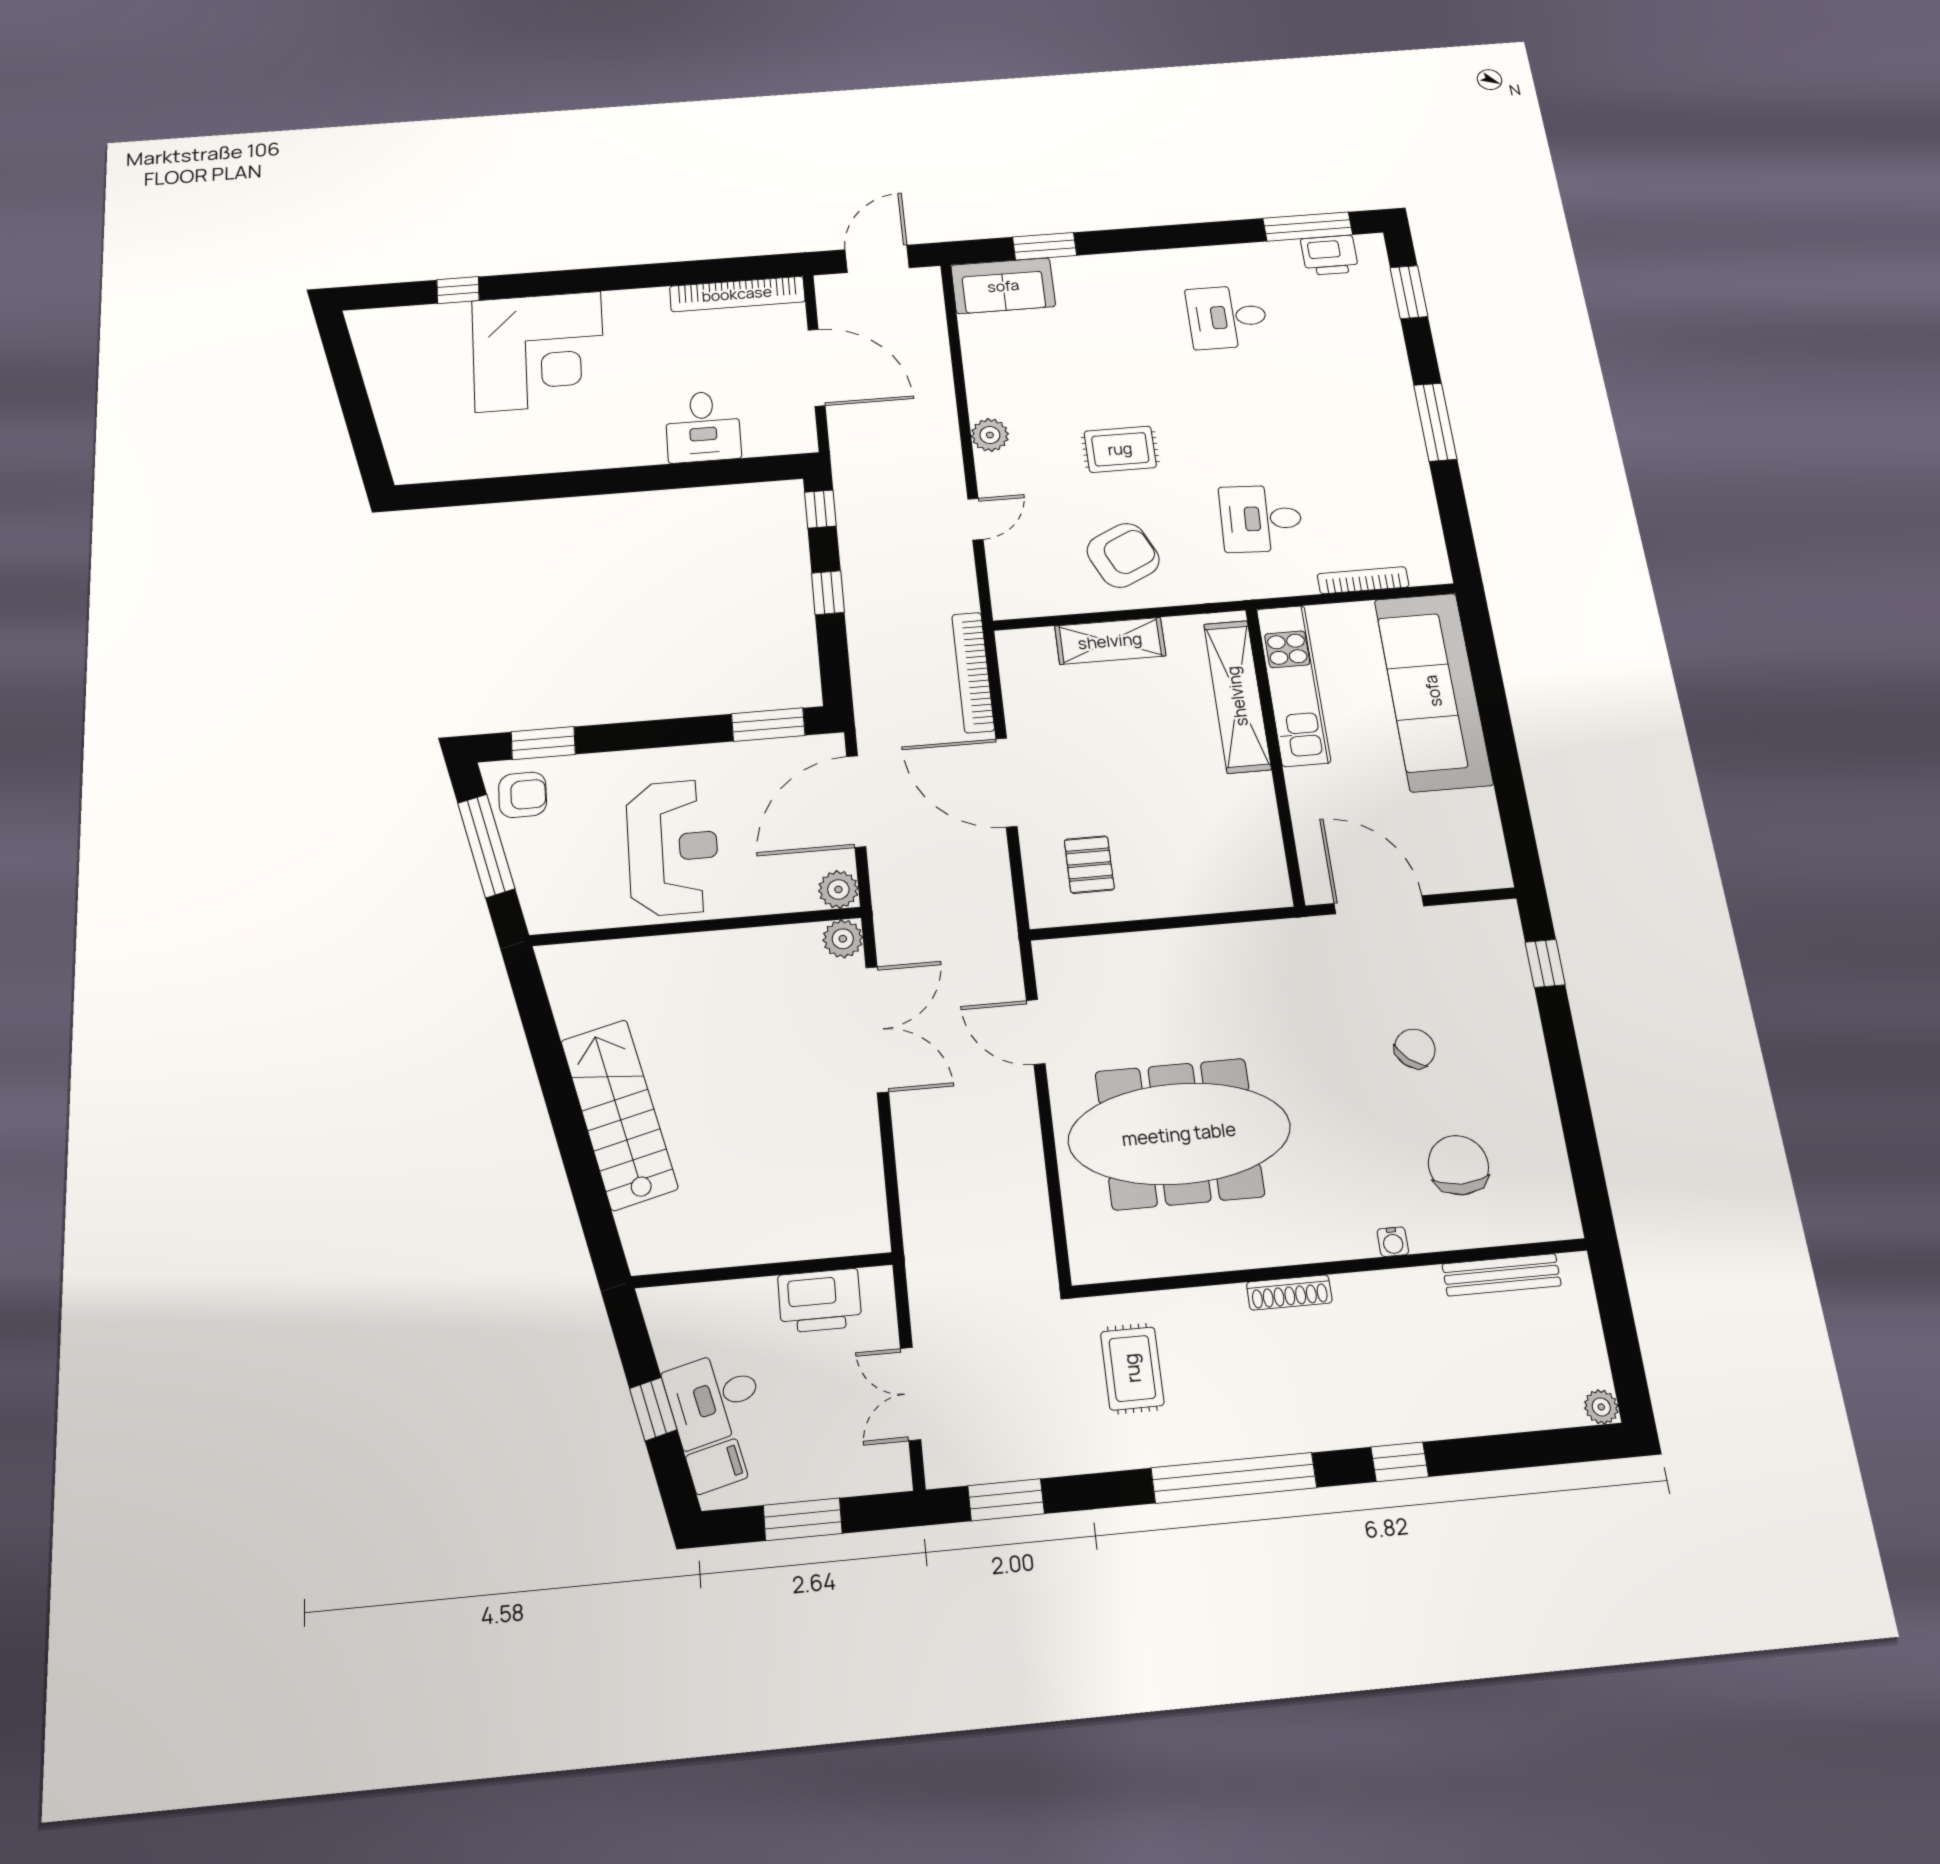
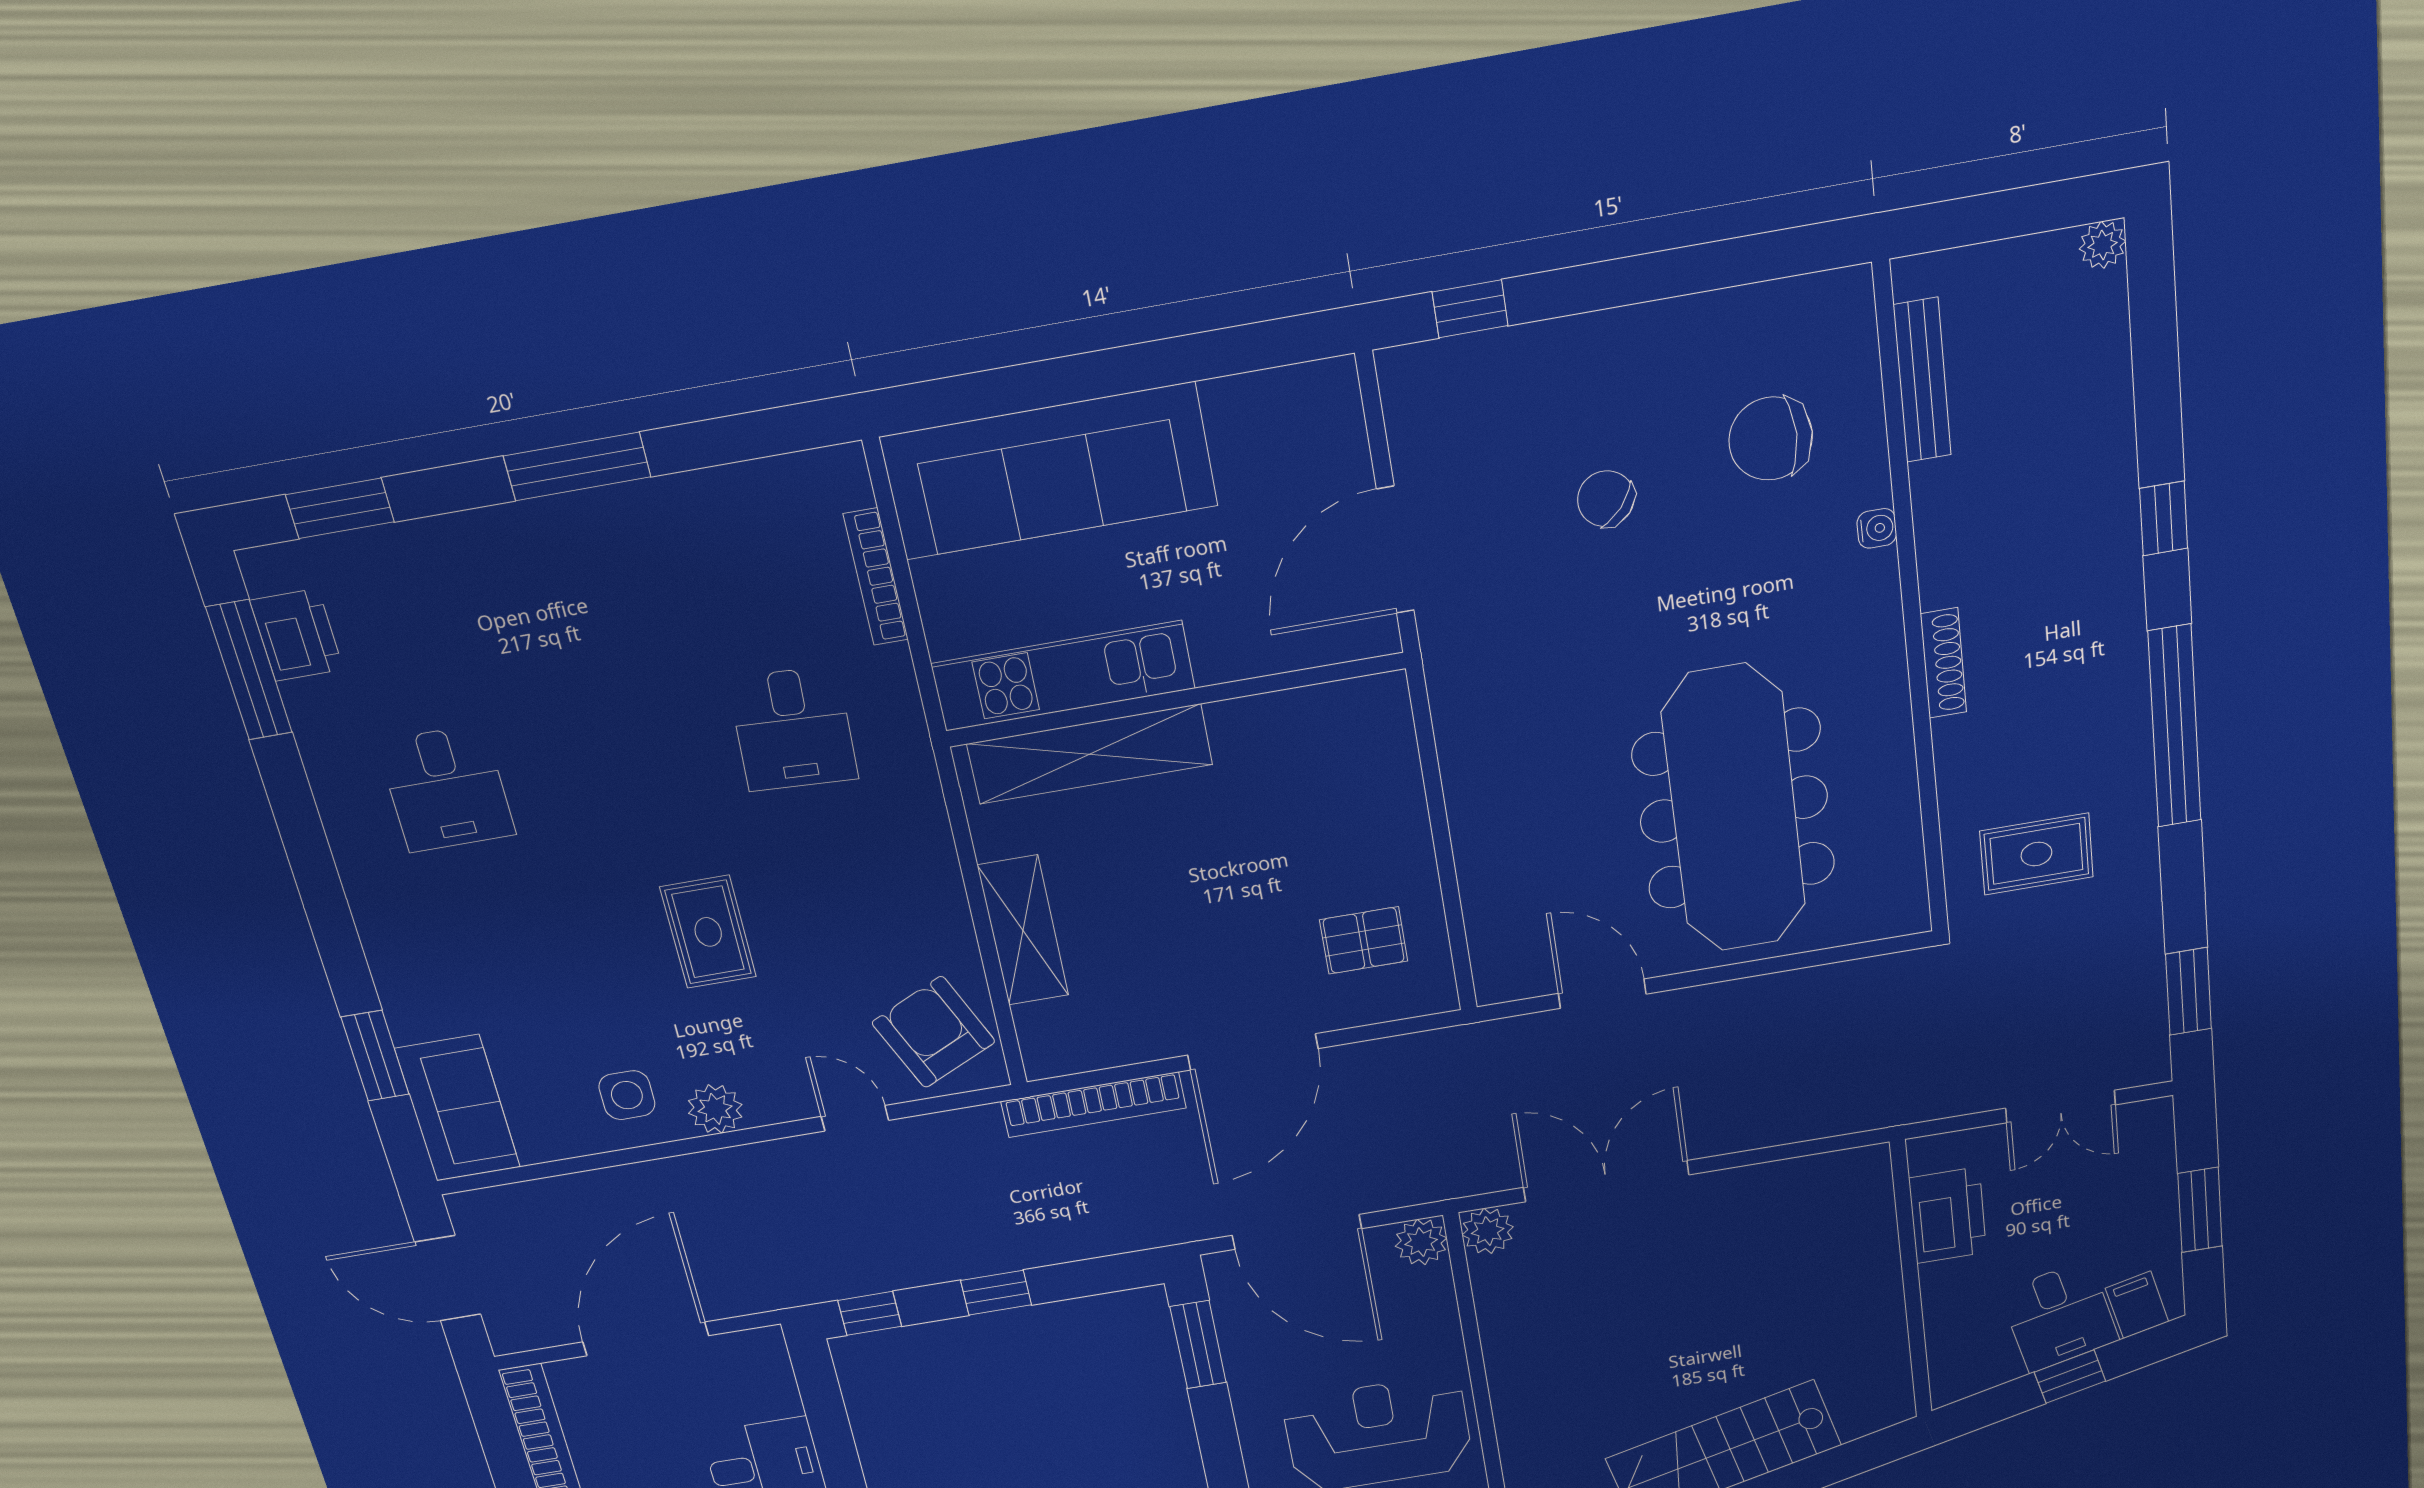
side table: (1005, 384) -> (627, 1095), added
armchair: (1123, 555) -> (933, 1032), moved
door: (1036, 1032) -> (1602, 994), swing flipped

